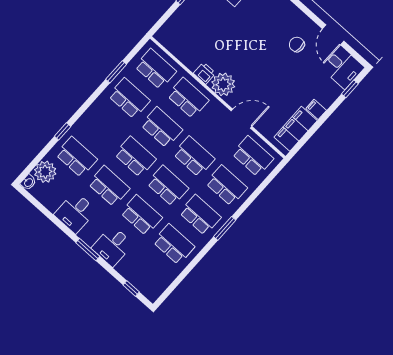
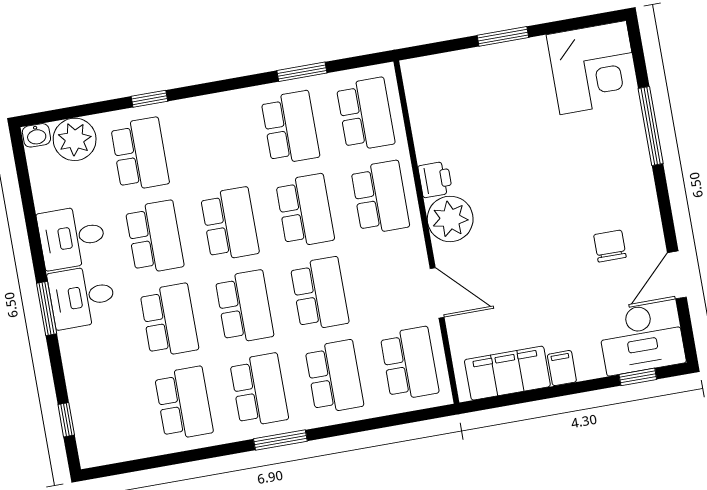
desk: (343, 68) -> (641, 338), width x1.37
desk: (112, 246) -> (82, 297), moved

